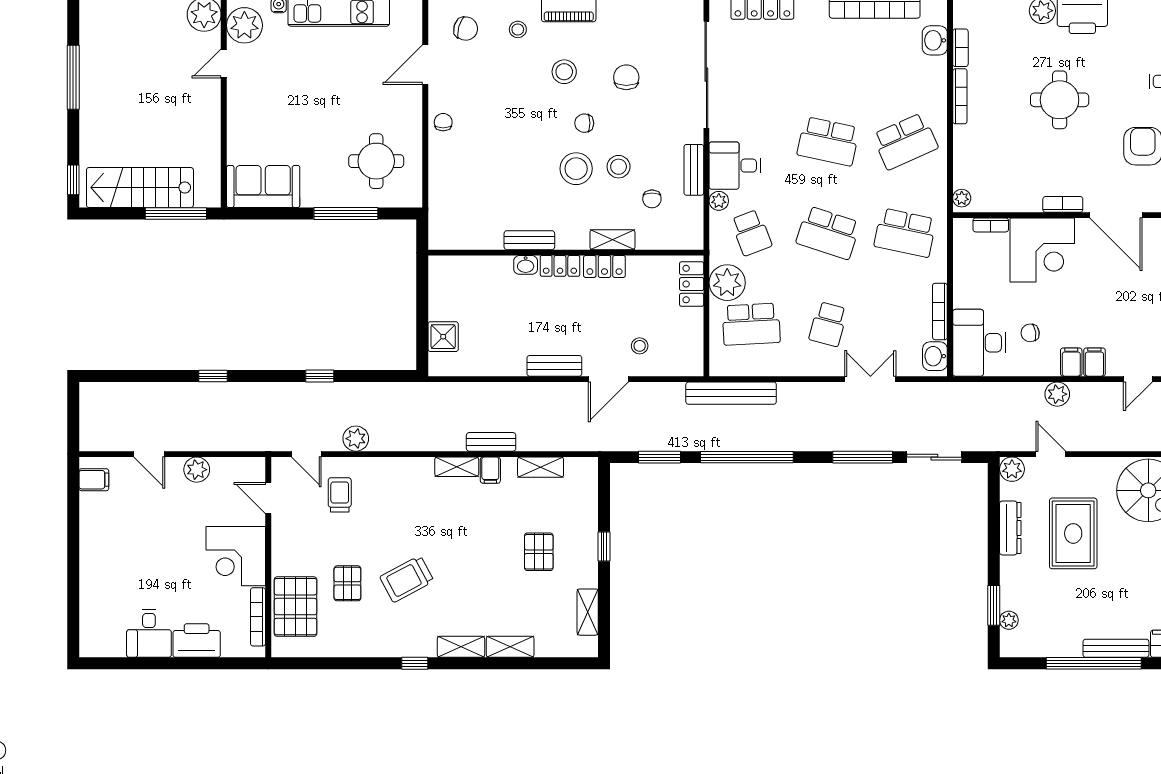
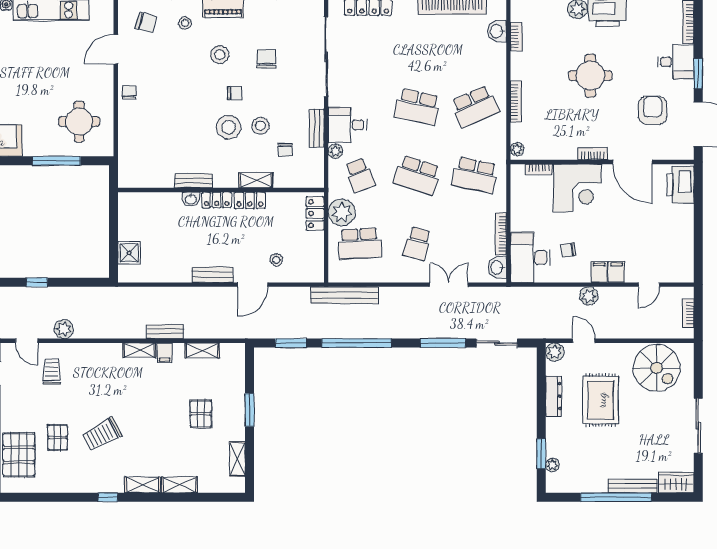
bookcase: (960, 96) -> (516, 102), moved
chair: (584, 123) -> (235, 93), turned 180
window: (604, 546) -> (250, 410), width x1.50

